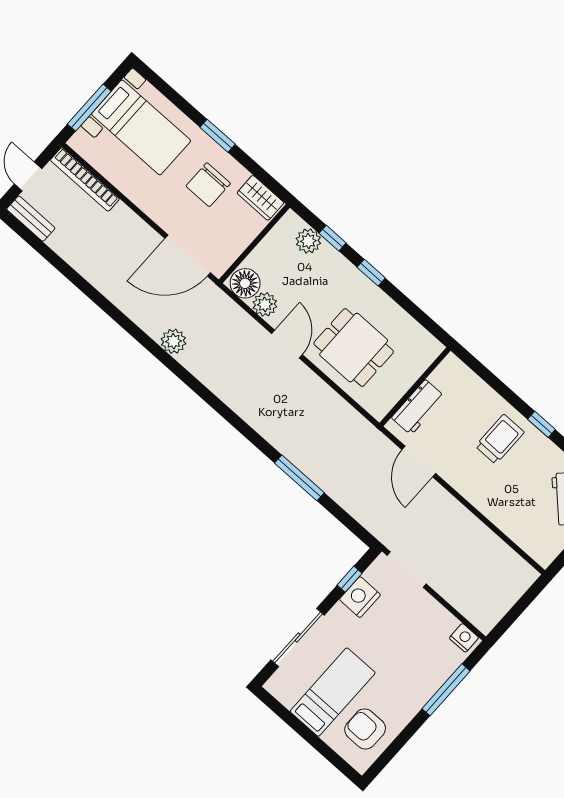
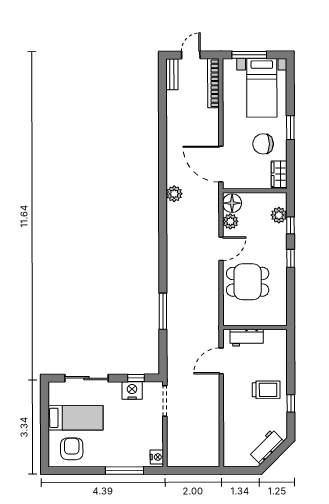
dining table: (354, 348) -> (248, 282), turned 90

